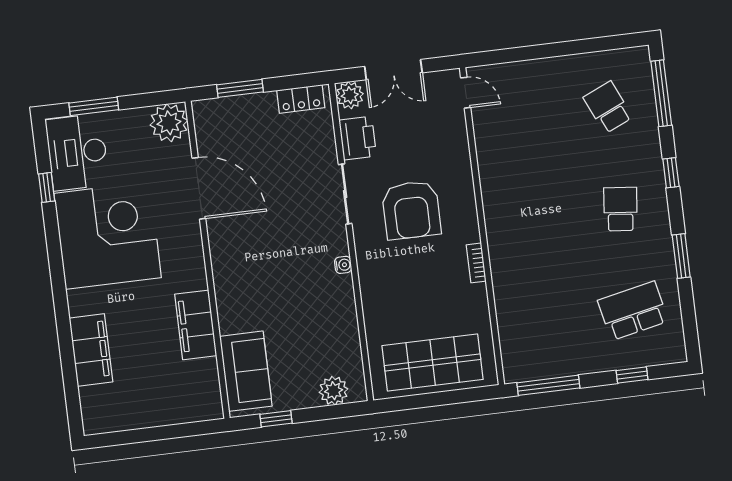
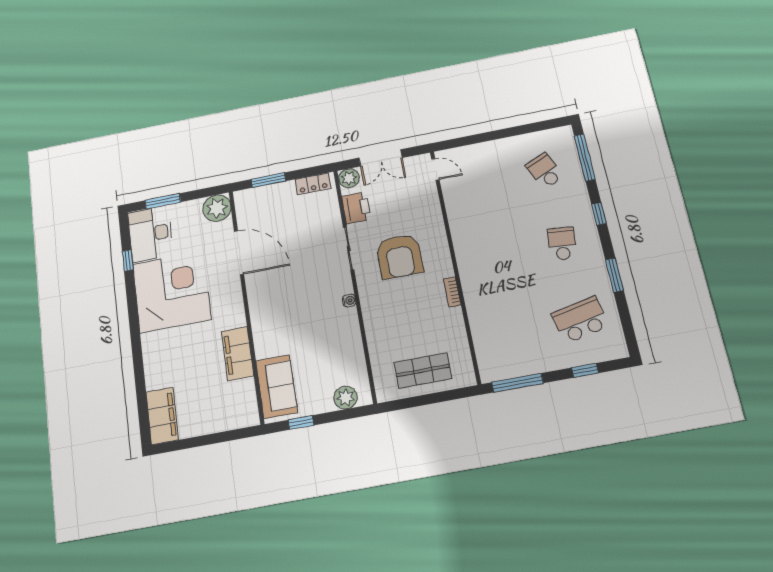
filing cabinet: (91, 350) -> (162, 416), moved
shop shelf: (433, 363) -> (423, 371), width x0.70, depth x0.74

